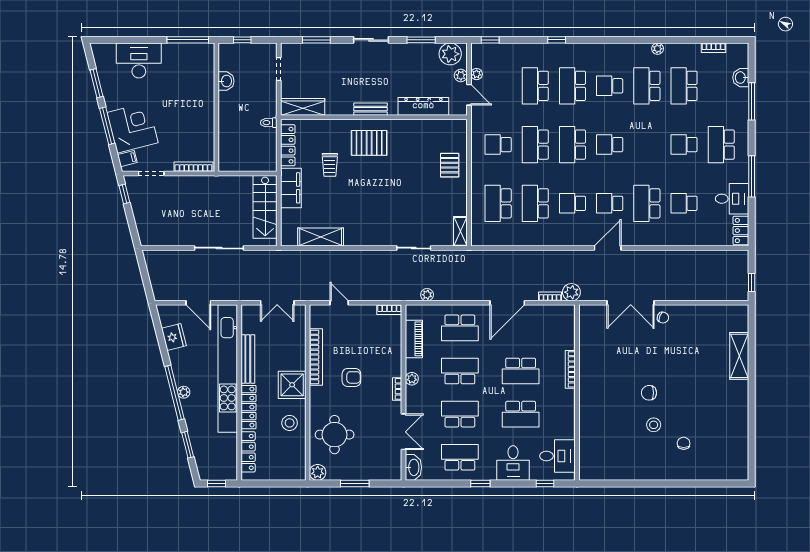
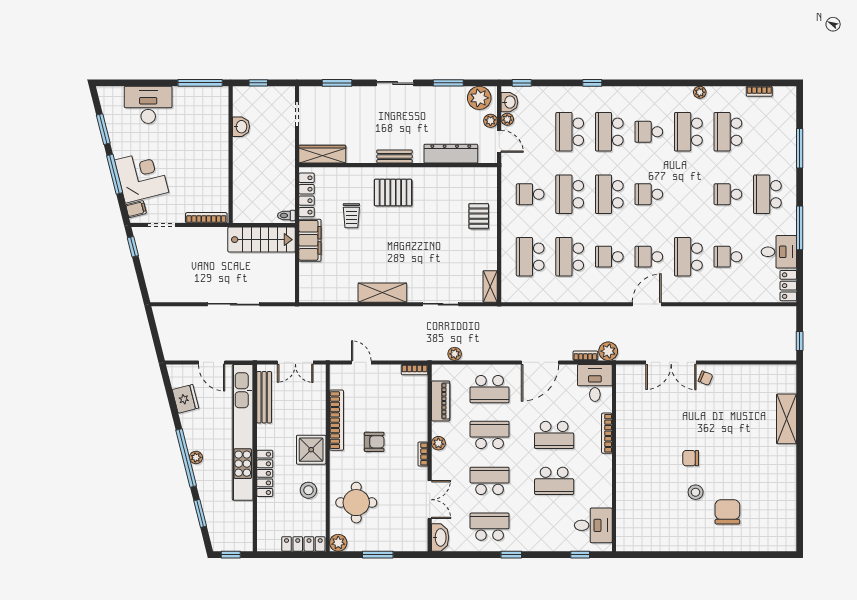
washbasin: (741, 78) -> (509, 102), moved, turned 180
toilet: (269, 123) -> (286, 216), moved
stairs: (265, 207) -> (262, 240), moved, turned -90
shelving: (321, 237) -> (382, 293), moved
bench: (248, 359) -> (264, 397), moved
chair: (684, 443) -> (727, 512), width x1.87, depth x1.87
locker: (248, 452) -> (303, 544), moved, turned -90
desk: (513, 463) -> (595, 383), moved, turned 180

